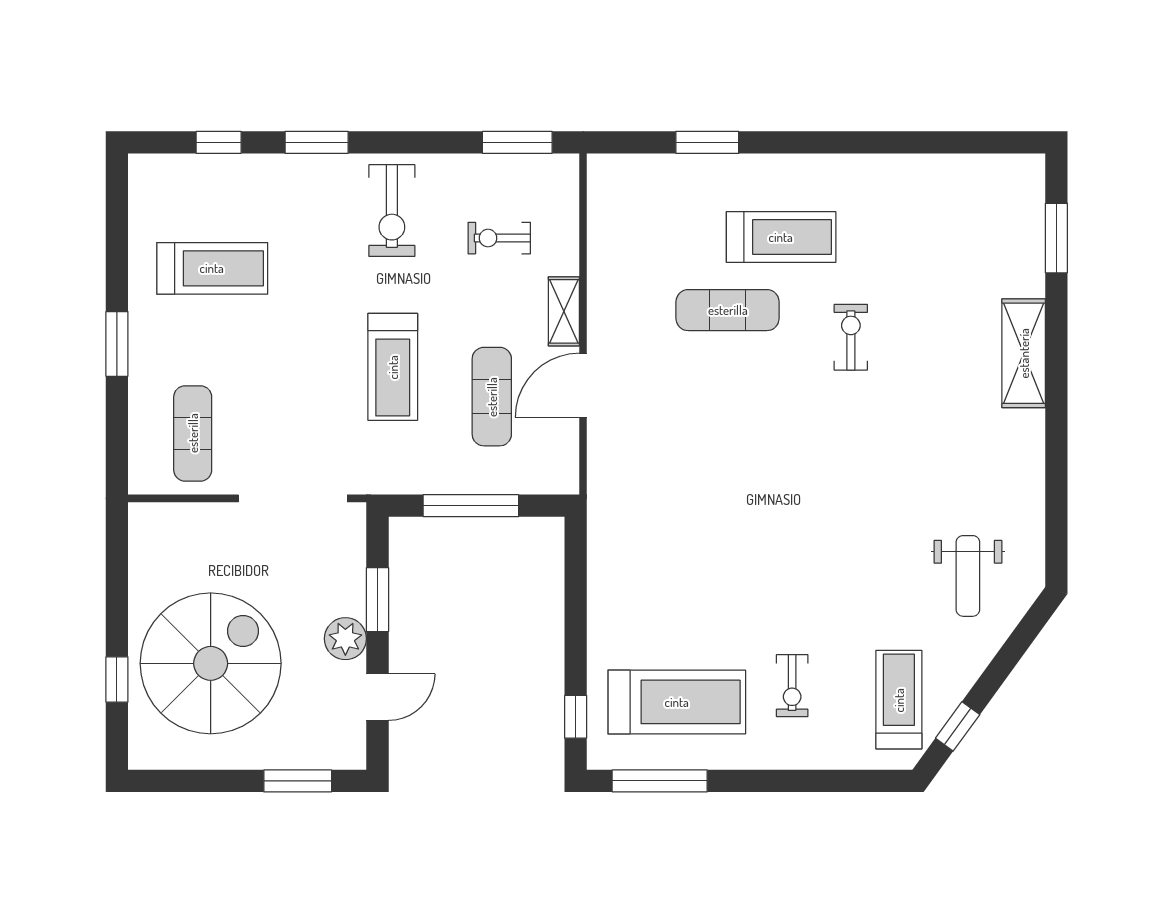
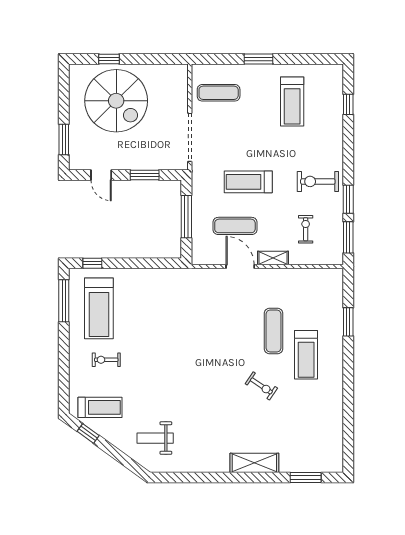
window: (317, 142) -> (348, 199), moved
exercise bike: (851, 337) -> (261, 386), turned 34
plant: (345, 639) -> (127, 161), removed

